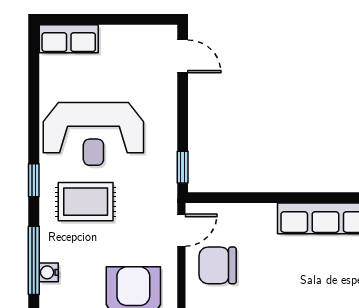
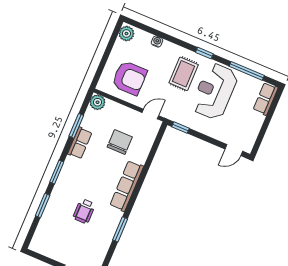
door: (181, 230) -> (150, 114), swing flipped
window: (34, 260) -> (247, 71), moved
chair: (218, 265) -> (120, 142), moved

